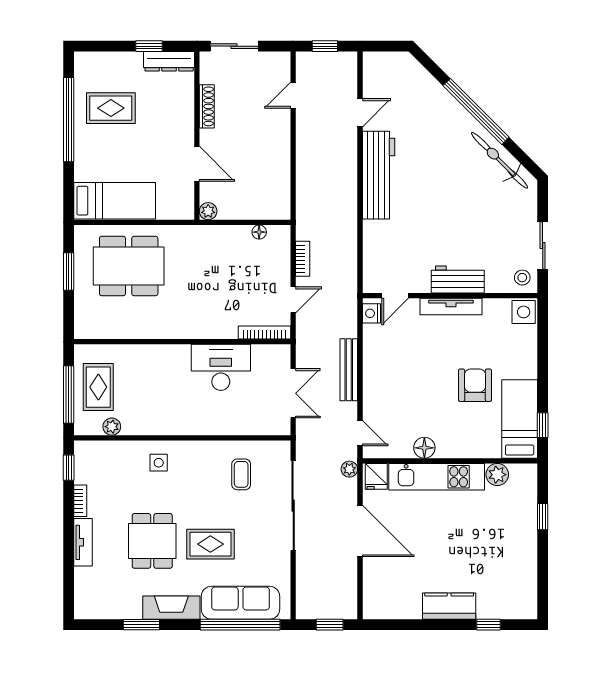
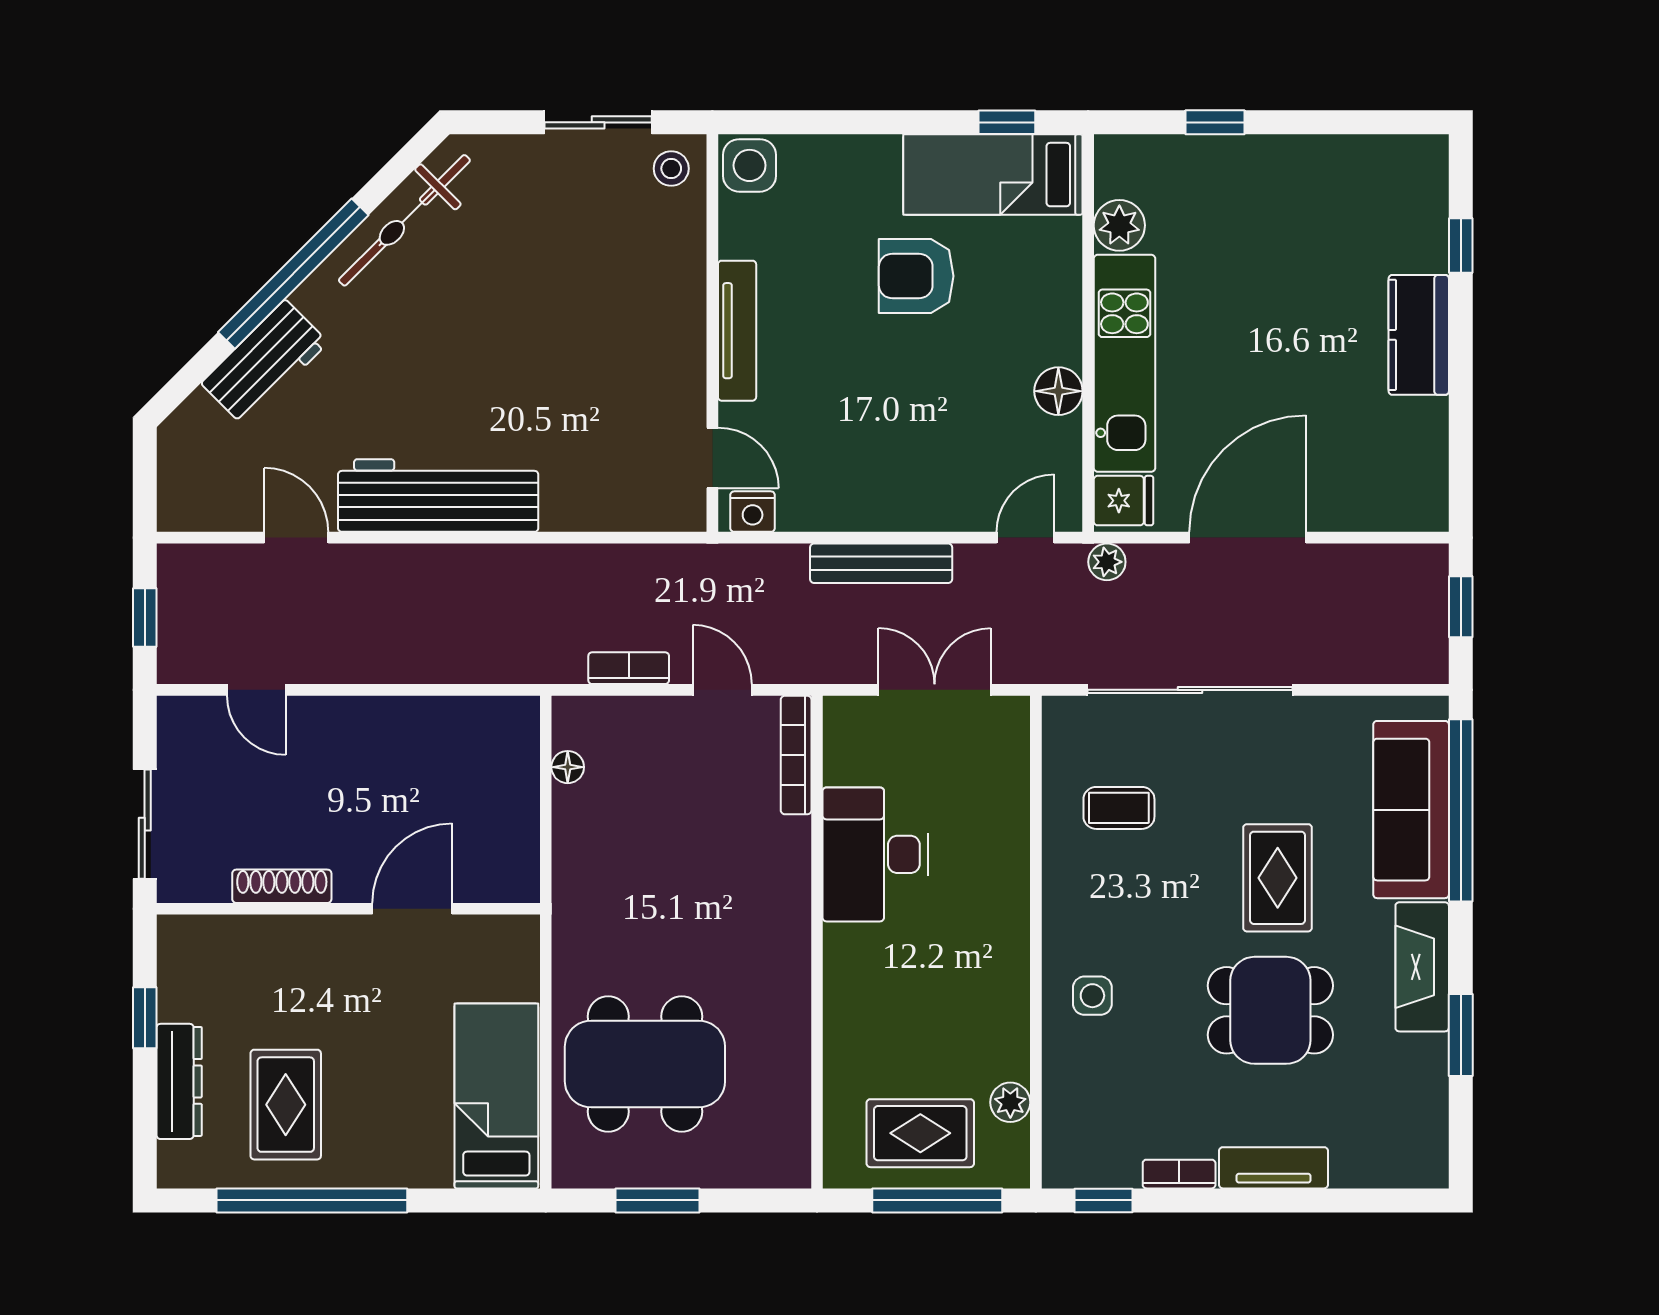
dresser: (169, 61) -> (179, 1081), moved
plant: (208, 211) -> (520, 883), removed
dining table: (129, 266) -> (645, 1064), turned 90
workbench: (458, 279) -> (265, 363), moved, turned -135

